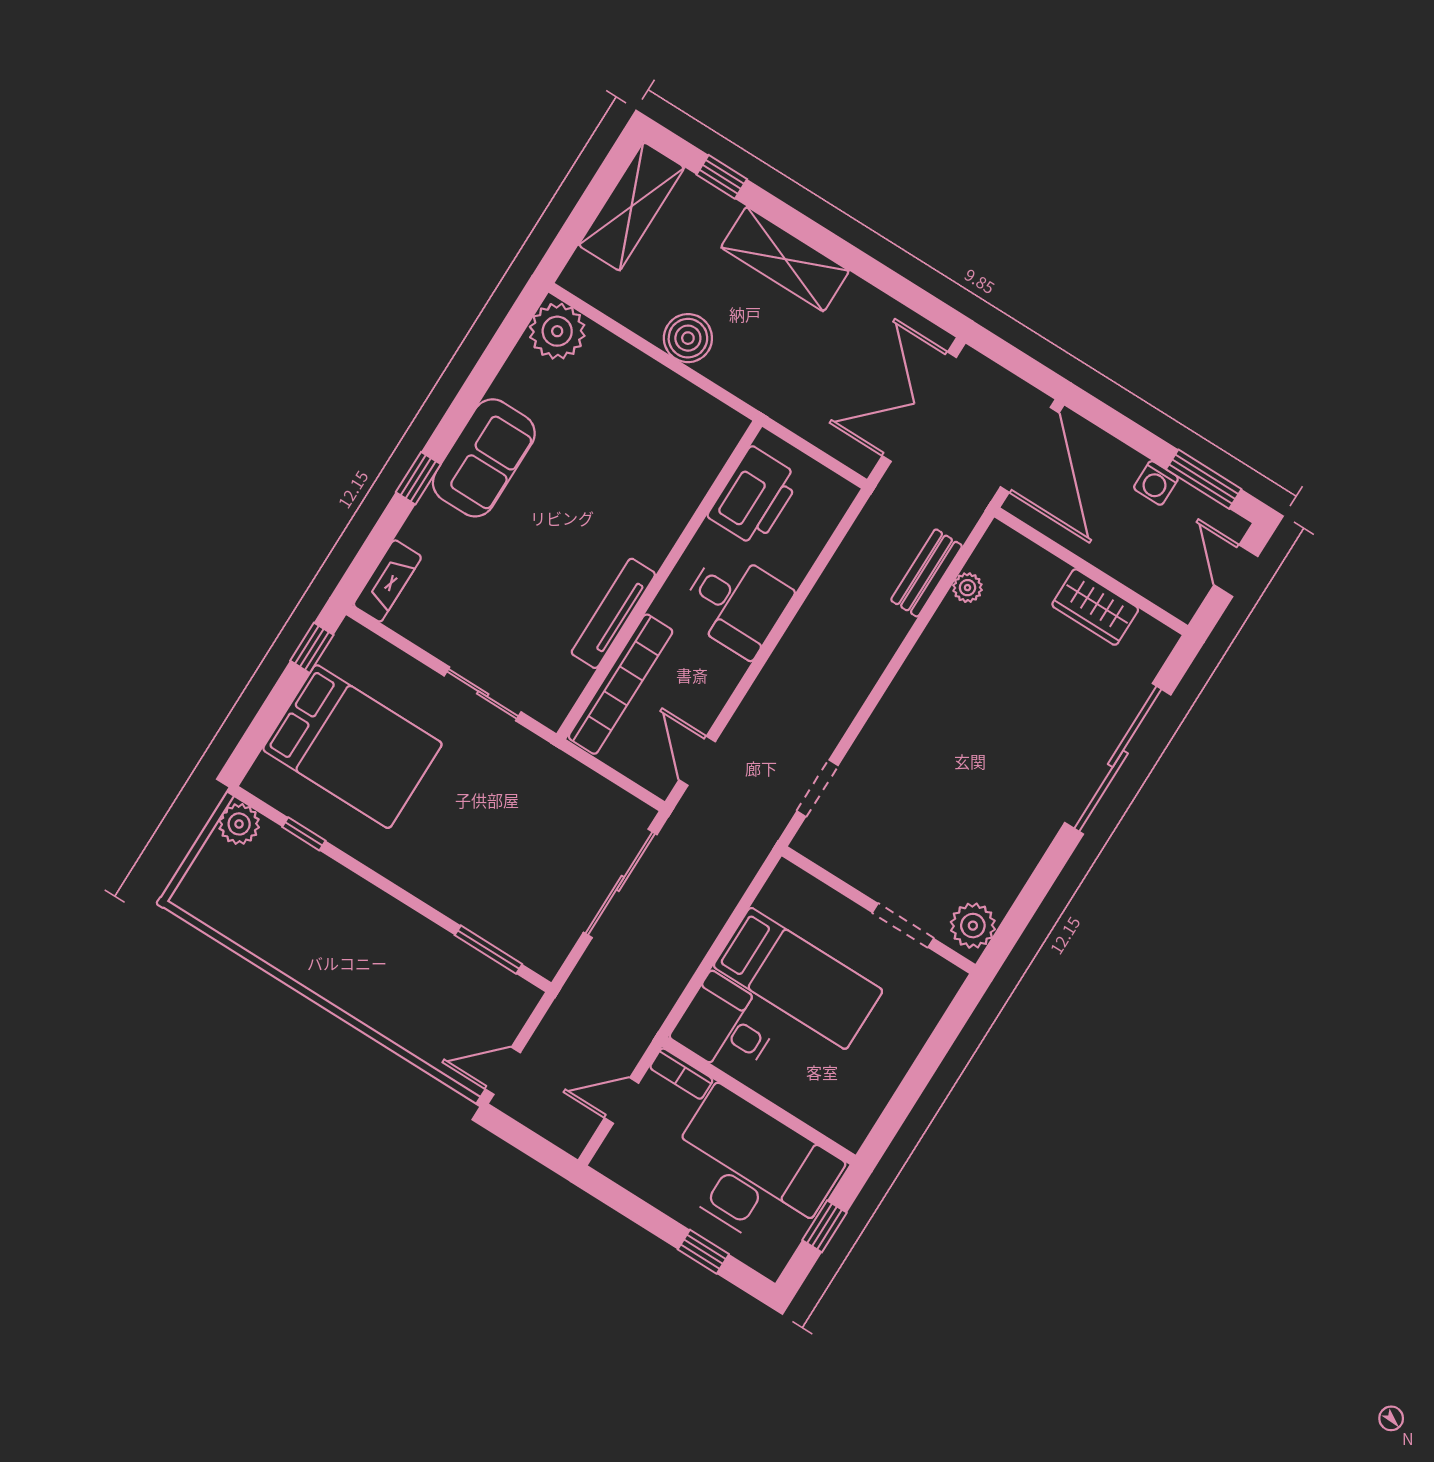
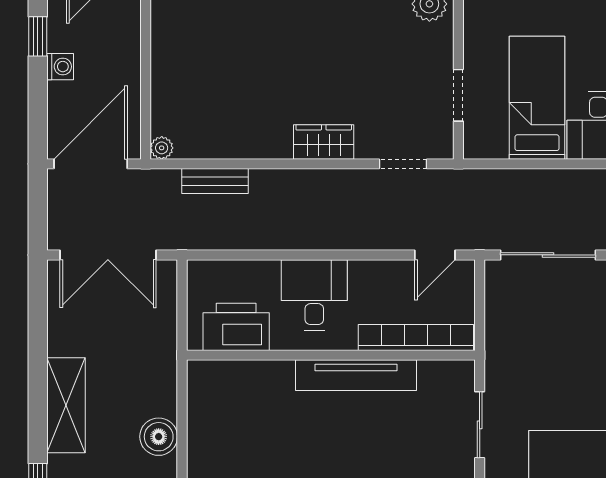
window: (1204, 479) -> (38, 36), width x0.67
plant: (967, 588) -> (162, 148), moved
wardrobe: (1095, 607) -> (324, 142), moved, turned -90
tv unit: (613, 613) -> (356, 375), width x1.36, depth x1.29
doorway: (903, 925) -> (458, 95), moved

